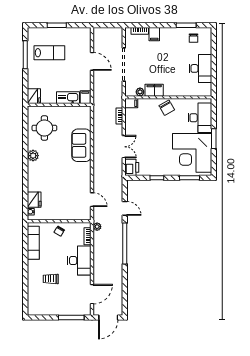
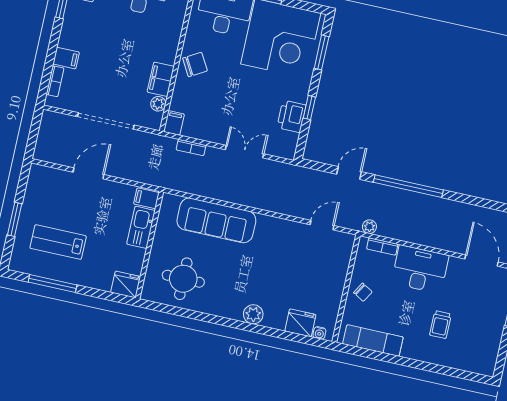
lab bench: (49, 53) -> (58, 242), turned -90
sofa: (81, 145) -> (216, 220), width x1.36
plant: (33, 156) -> (253, 314), moved
printer: (132, 167) -> (292, 116), moved, turned -90

